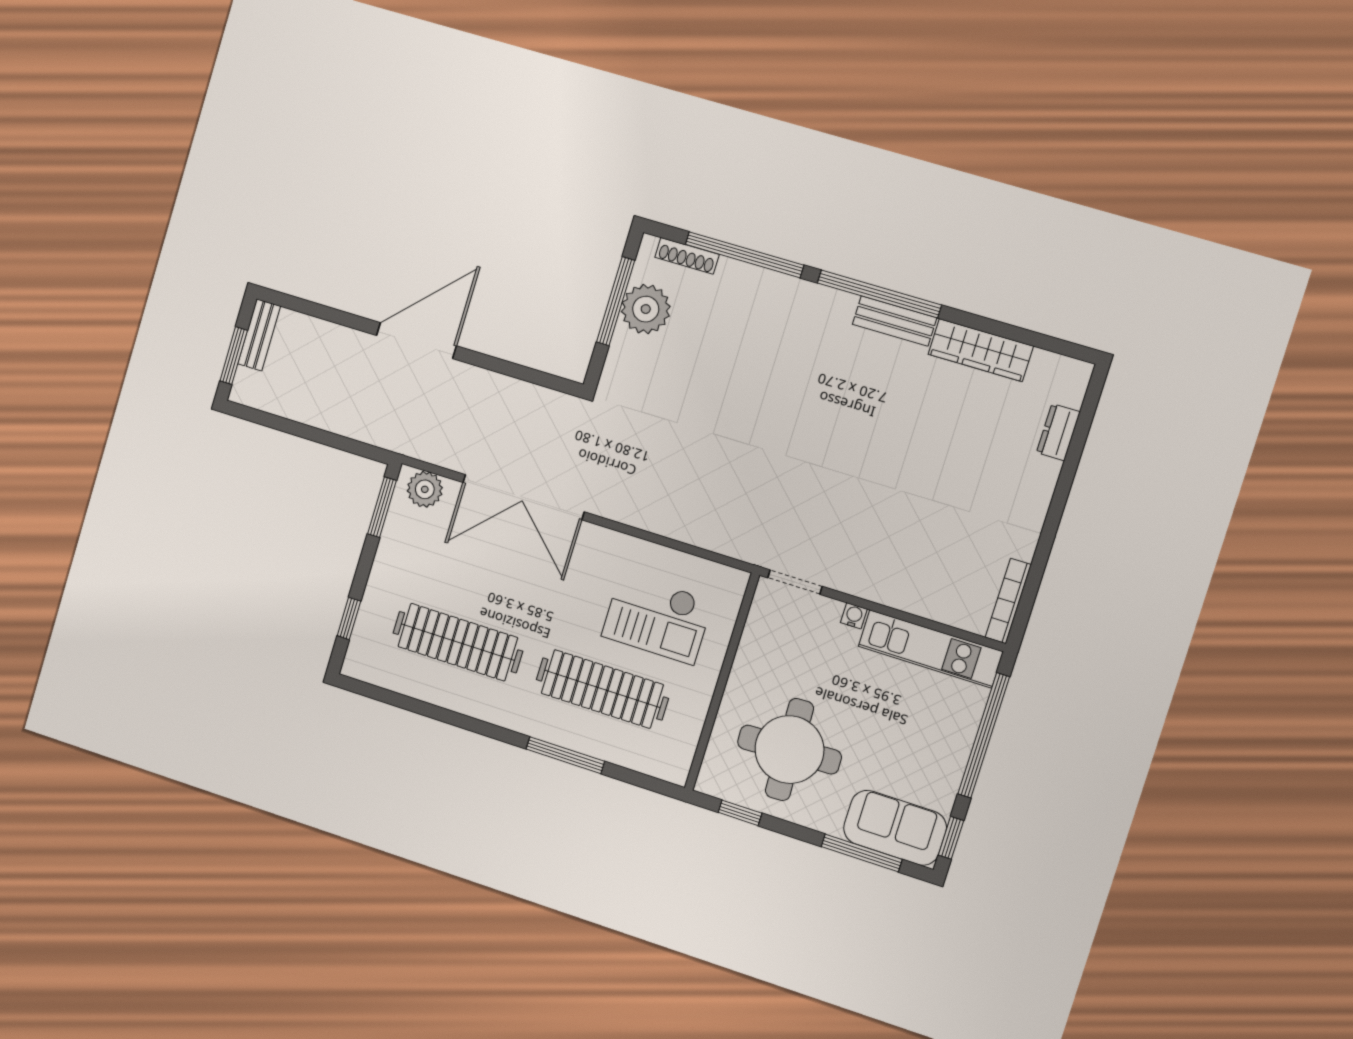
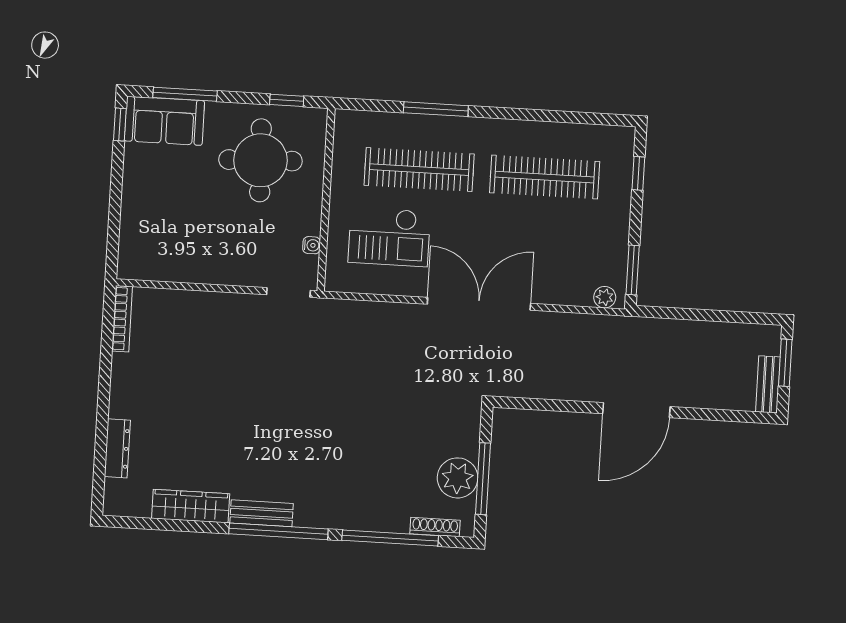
dresser: (1058, 432) -> (117, 448), width x1.44
plant: (425, 489) -> (605, 297), width x0.73, depth x0.73
double door: (523, 497) -> (479, 304), moved
water cooler: (854, 616) -> (312, 245), moved, turned -90
checkout: (657, 618) -> (389, 237), turned 180
kitchen unit: (931, 649) -> (172, 267), removed
window: (984, 735) -> (115, 210), removed

